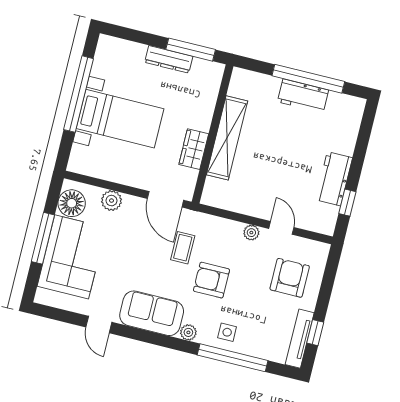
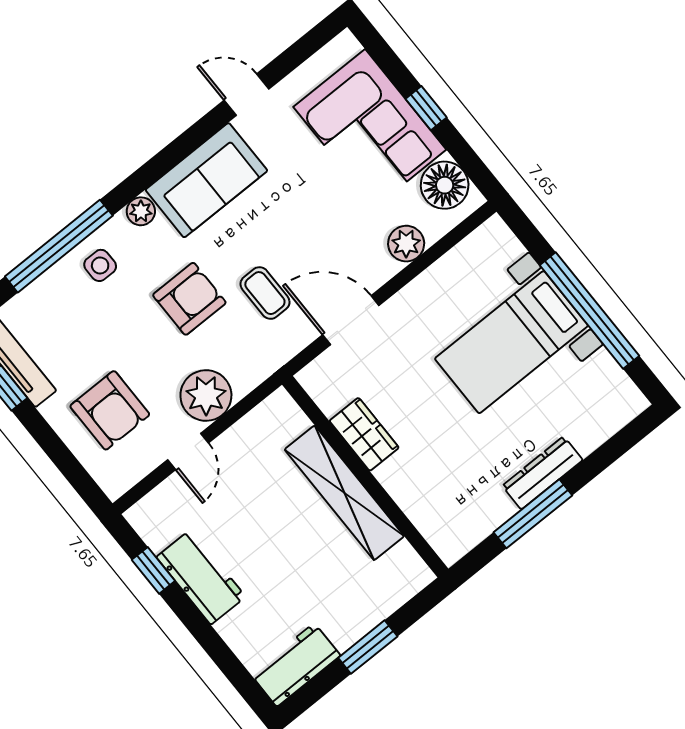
window: (308, 79) -> (368, 647), width x0.47
workbench: (303, 96) -> (296, 665), moved
wall: (213, 134) -> (365, 477), moved
shelving: (227, 138) -> (344, 493), moved
wardrobe: (194, 149) -> (364, 434), moved
door: (281, 228) -> (188, 451), hinge flipped
plant: (251, 233) -> (206, 396), width x1.87, depth x1.87
window: (43, 238) -> (426, 108), width x0.46

